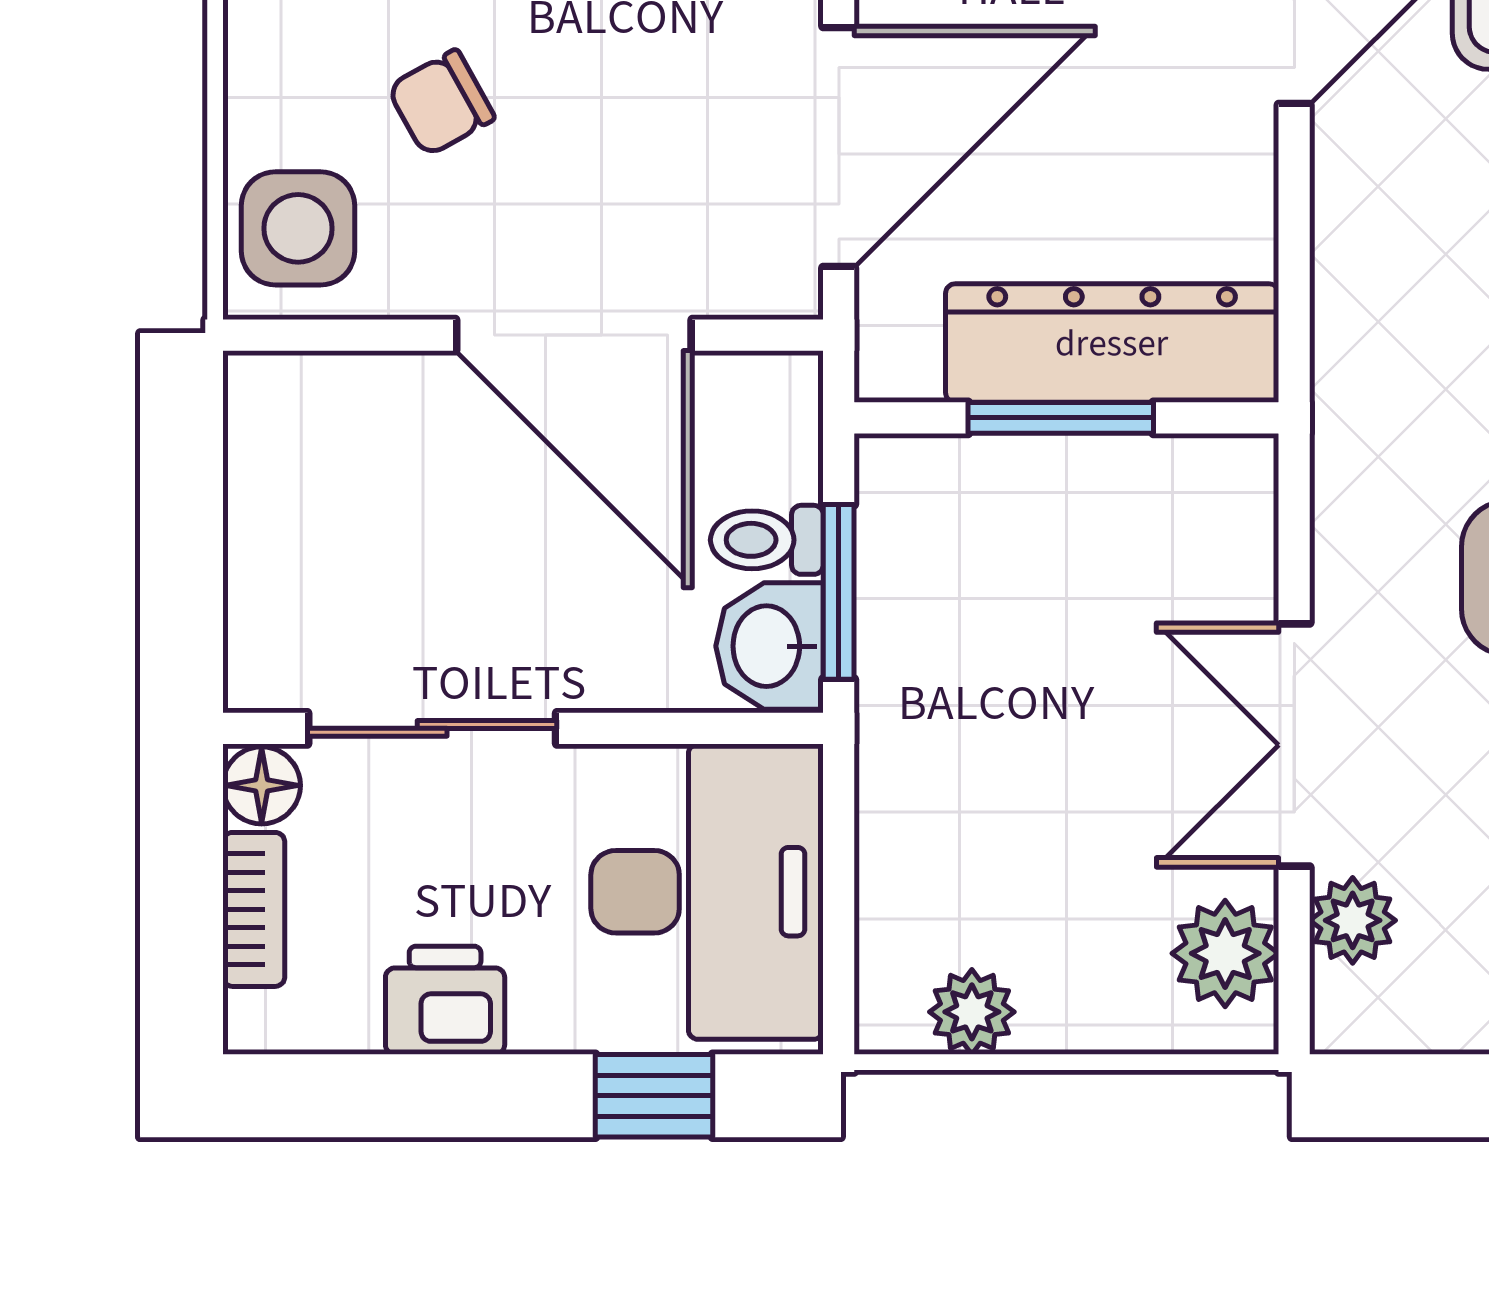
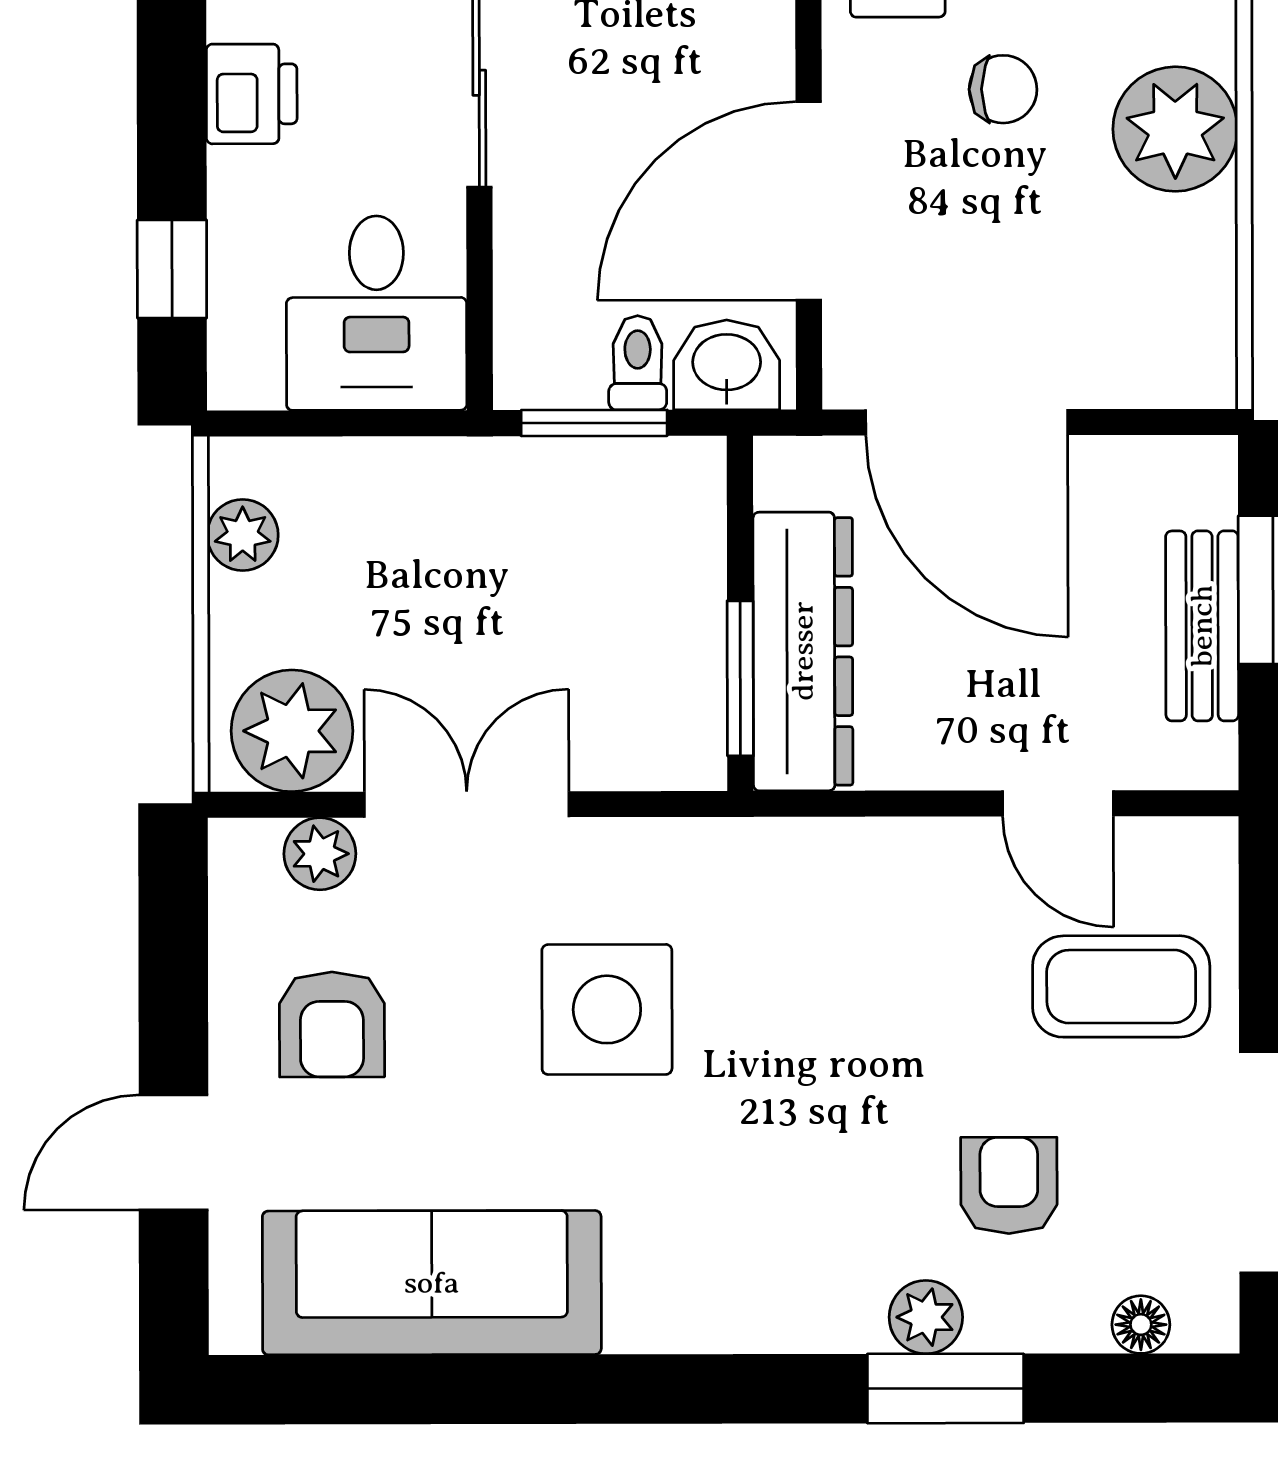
chair: (441, 103) -> (1003, 89), turned 119
window: (1061, 418) -> (740, 678), moved
washbasin: (770, 646) -> (727, 365), moved
desk: (707, 892) -> (377, 313), width x0.73
plant: (1225, 953) -> (292, 731), width x1.36, depth x1.36

